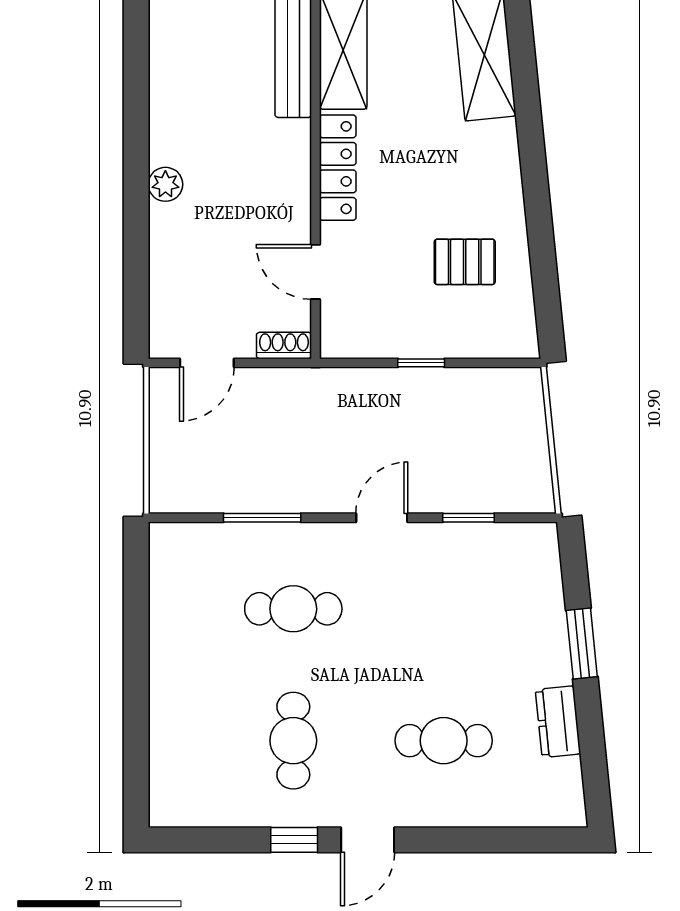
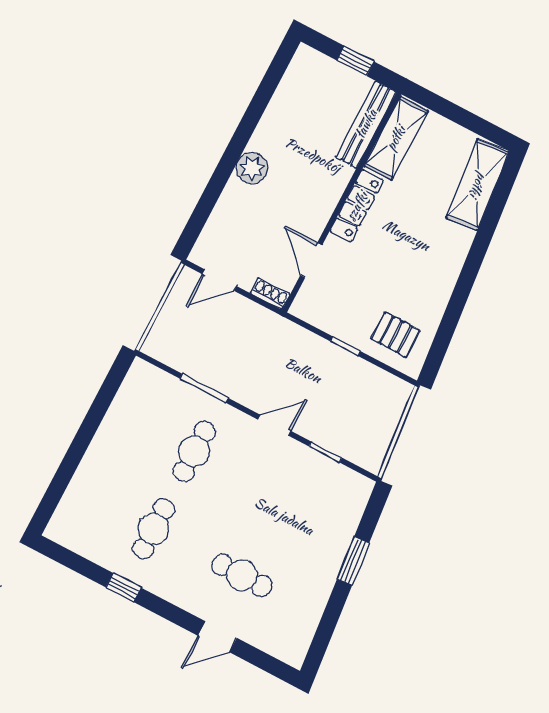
plant: (165, 184) -> (252, 168), width x1.38, depth x1.38
pallet: (465, 262) -> (395, 335), moved
cafe table: (293, 609) -> (194, 451), turned 90
dresser: (558, 722) -> (315, 600), removed
door: (368, 840) -> (217, 637), moved

